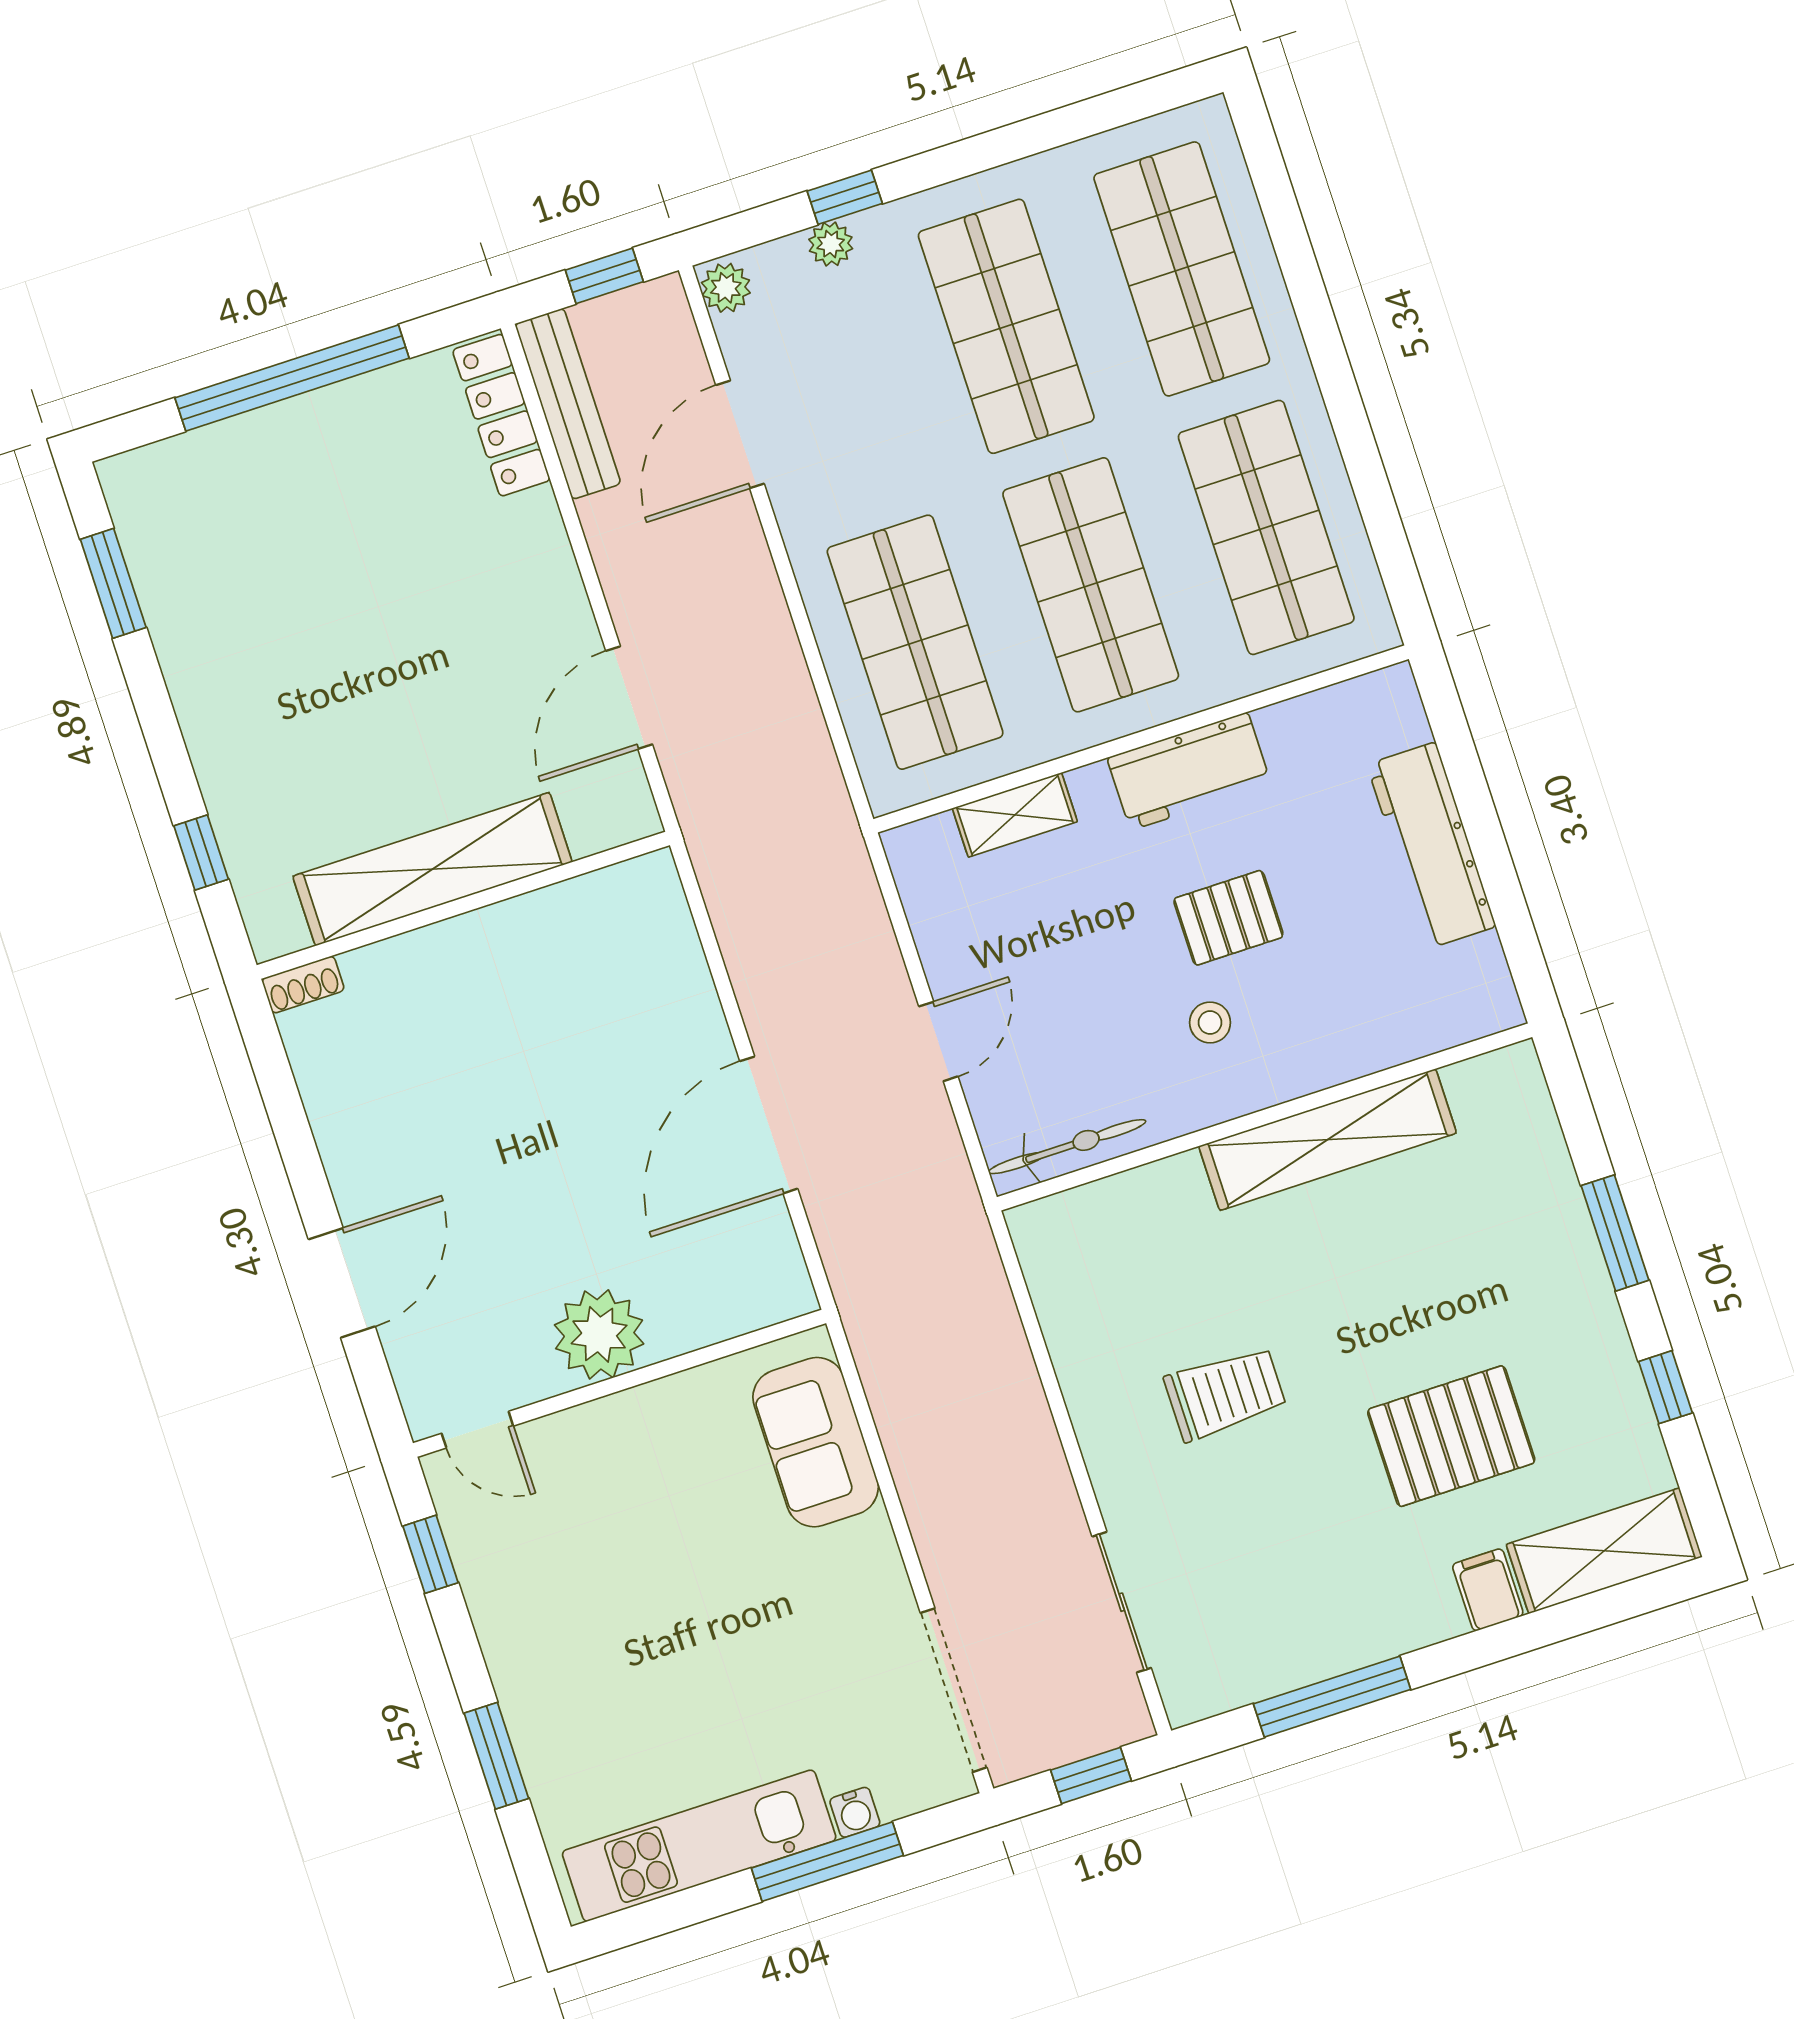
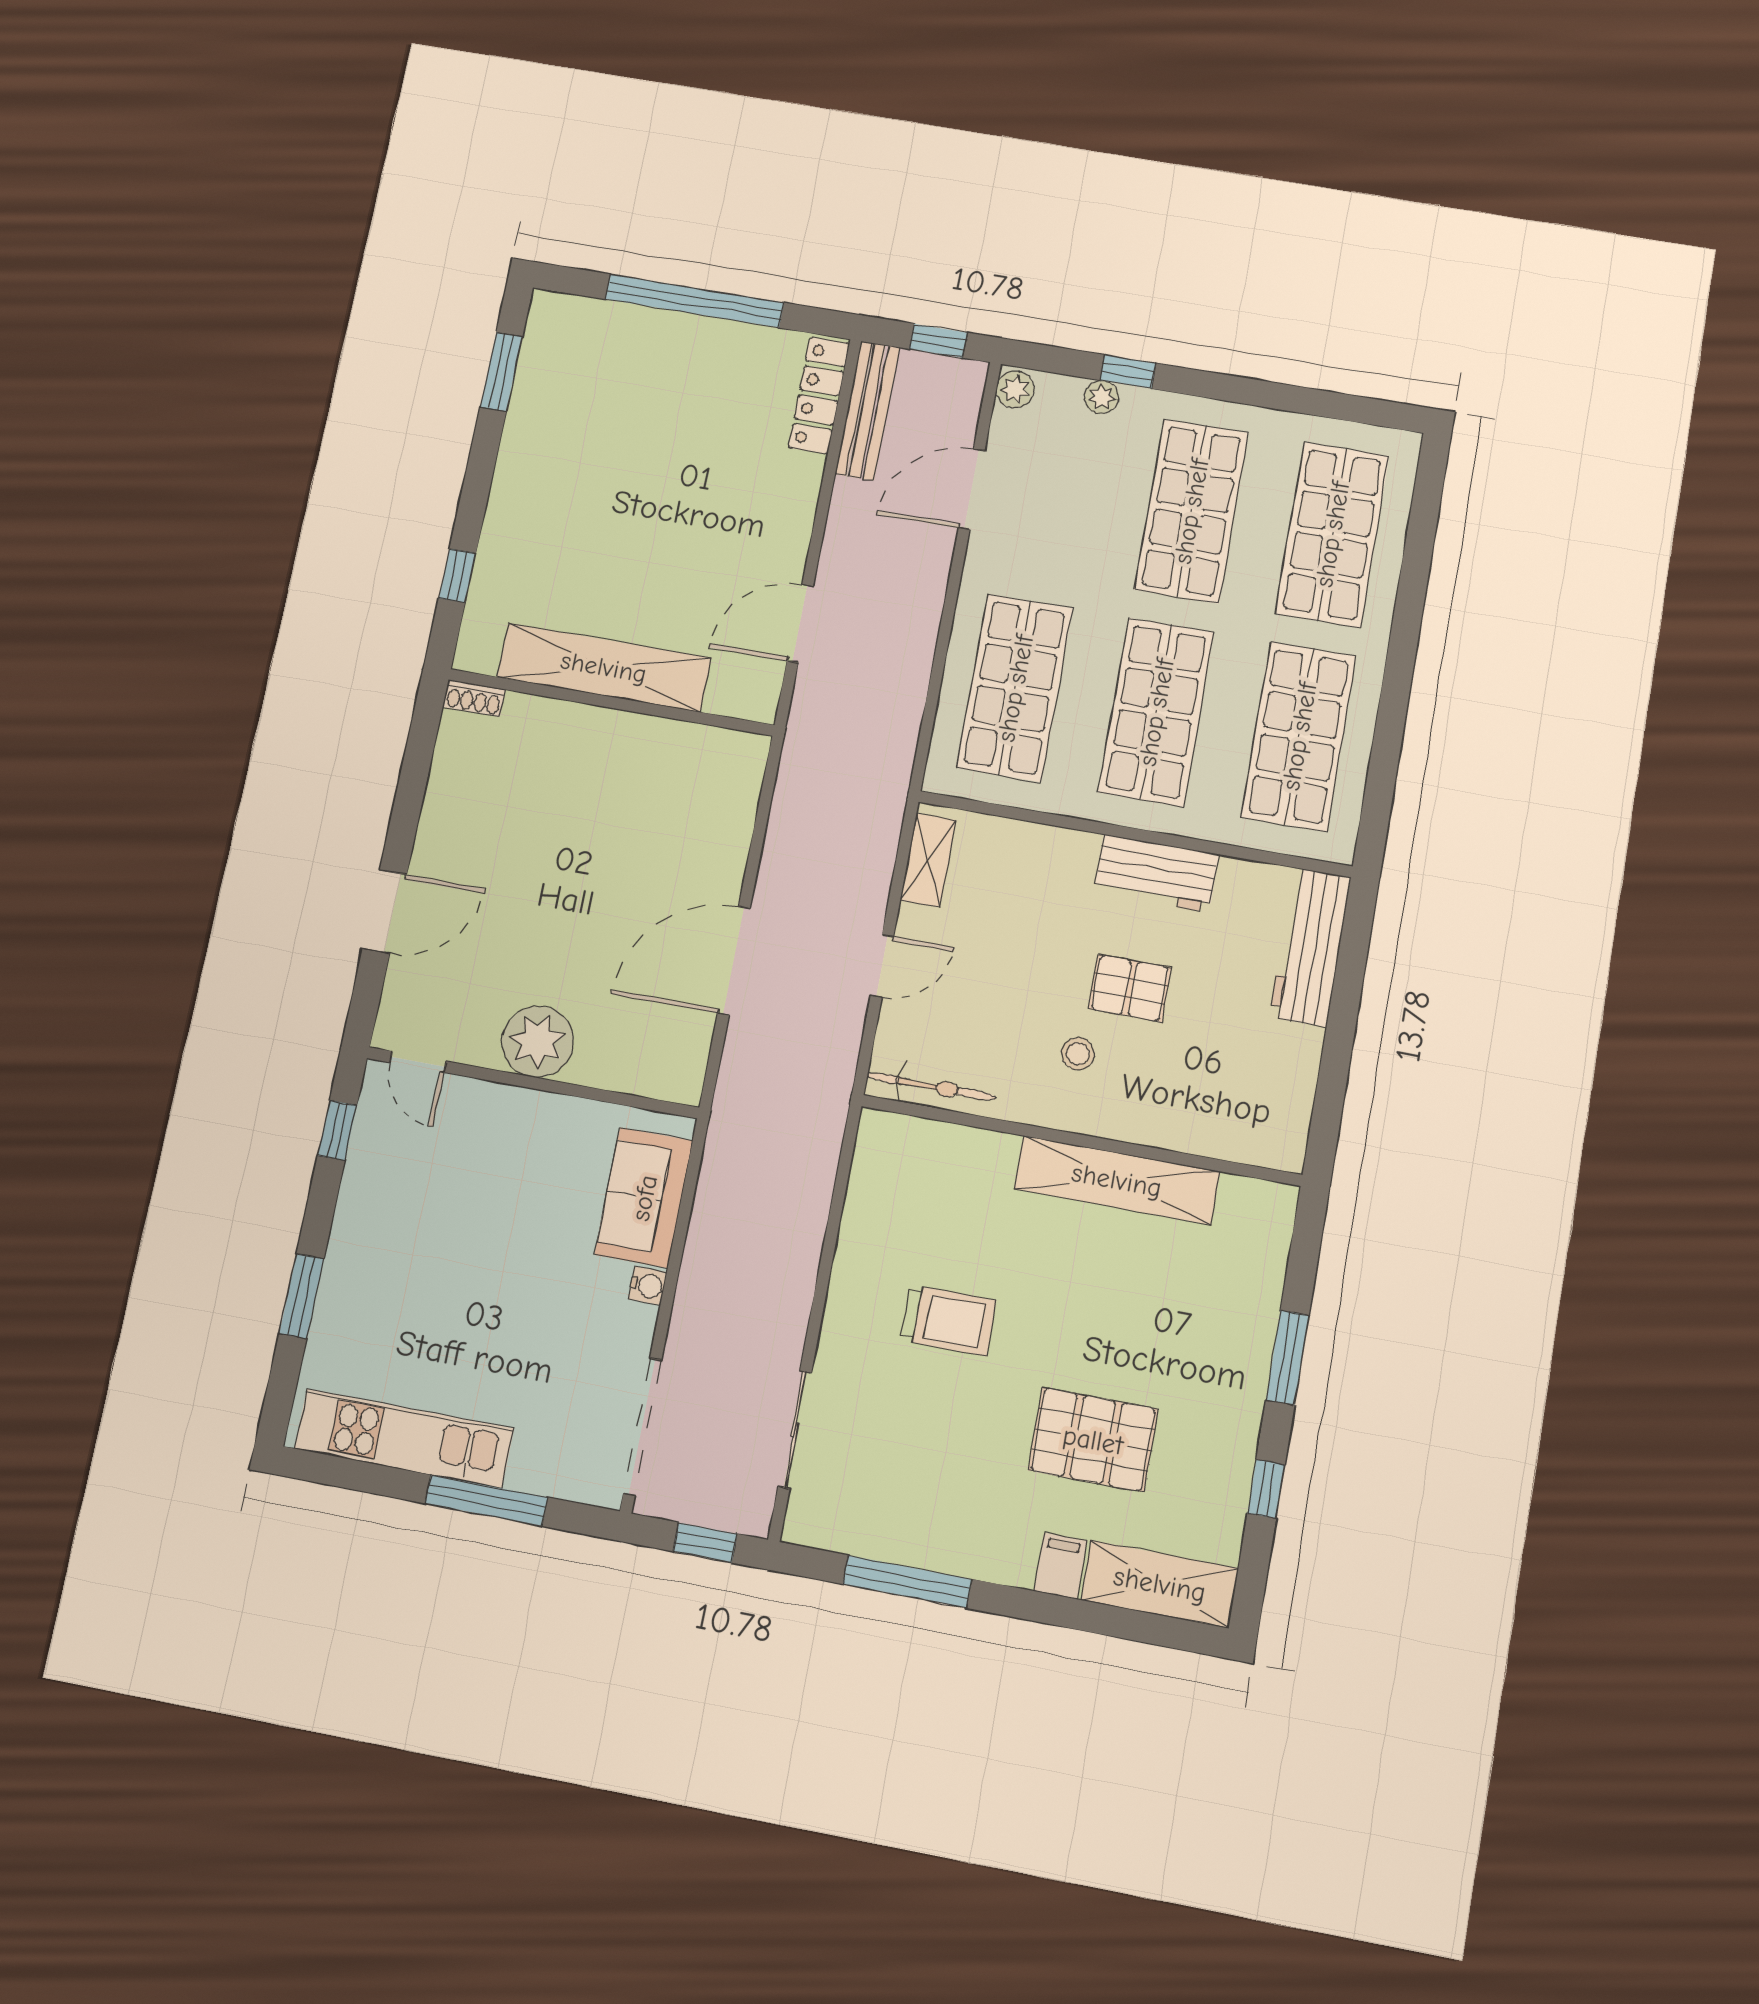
shelving: (1015, 815) -> (928, 860), moved, turned 90
workbench: (1431, 845) -> (1310, 947), moved
water cooler: (855, 1812) -> (648, 1286), moved, turned -90

